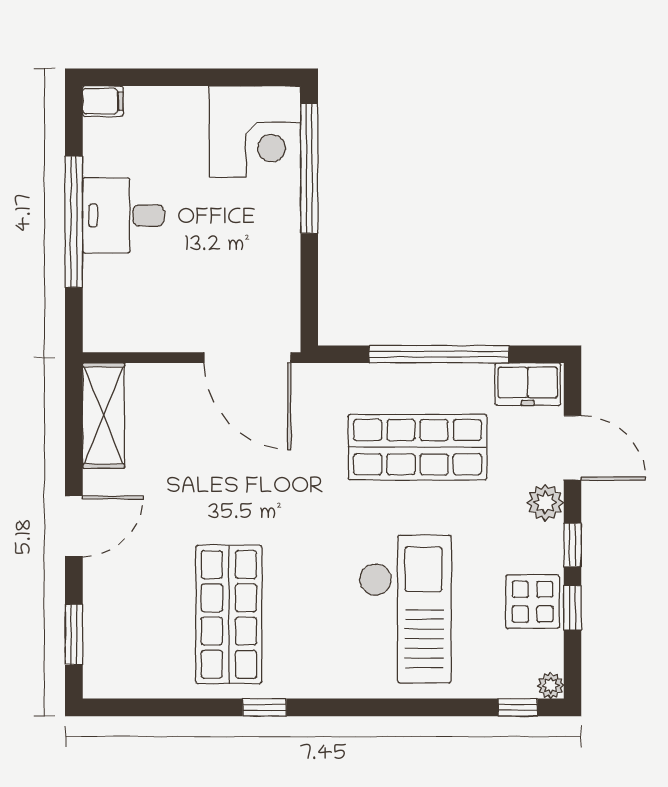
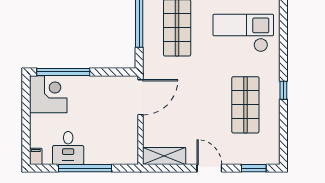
desk: (123, 215) -> (68, 148), moved
shop shelf: (229, 614) -> (245, 105), turned 90

